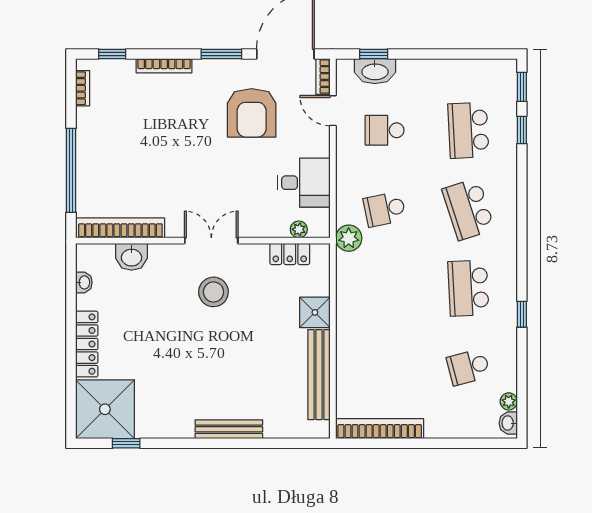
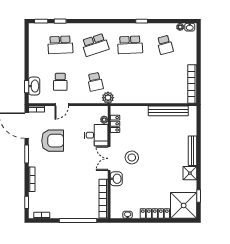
door: (333, 111) -> (62, 105), moved
desk: (304, 183) -> (96, 135), moved, turned 90
washbasin: (132, 257) -> (116, 179), moved
shower: (315, 312) -> (190, 173), moved

